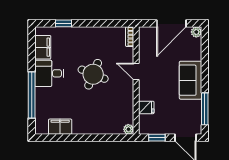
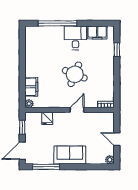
door: (171, 23) -> (117, 139), width x0.53
filing cabinet: (60, 127) -> (31, 87), moved

